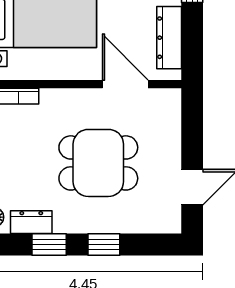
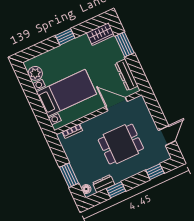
window: (104, 244) -> (155, 172), moved

